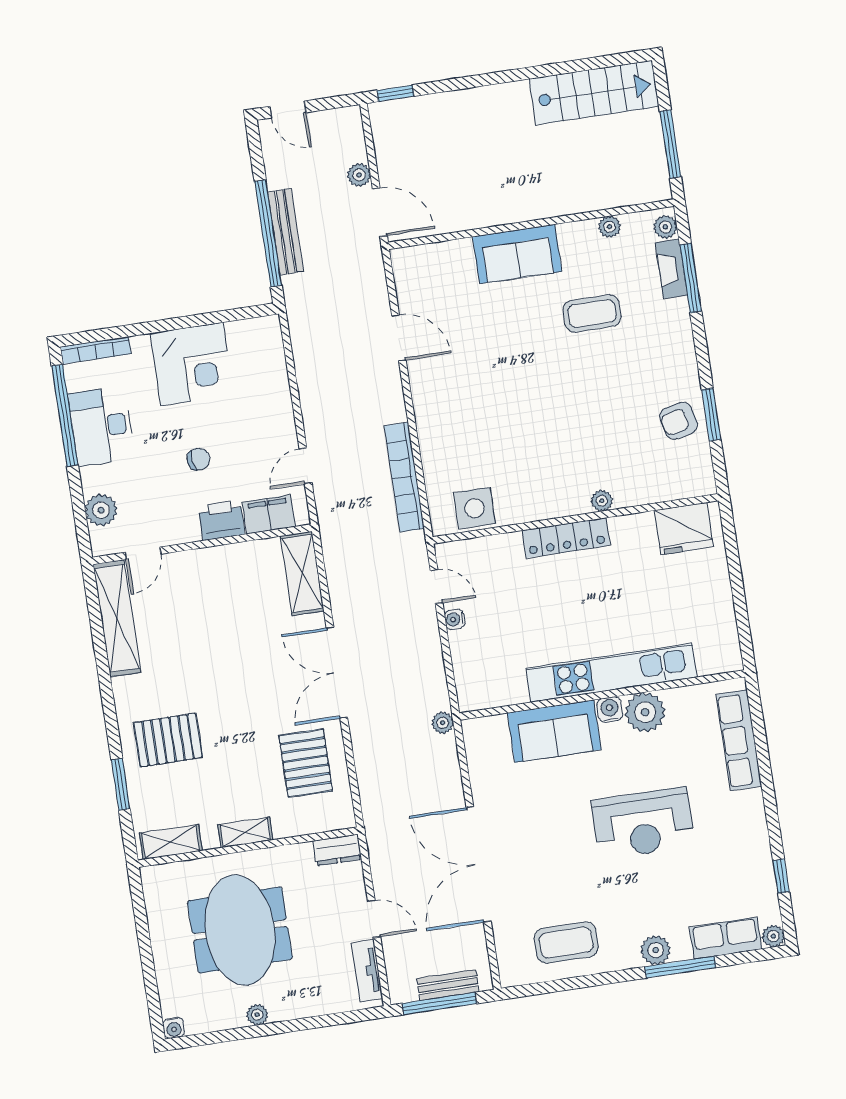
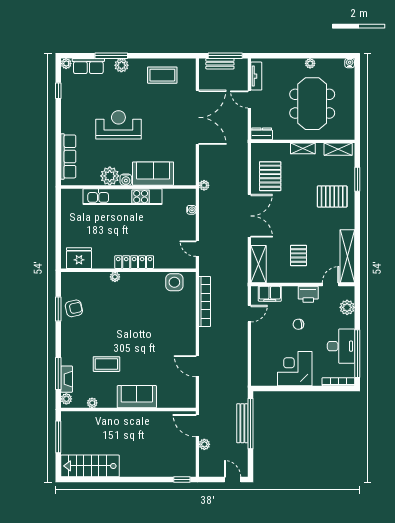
printer: (221, 520) -> (308, 294), moved
pallet: (220, 604) -> (299, 255), added
water cooler: (455, 619) -> (191, 210), moved

